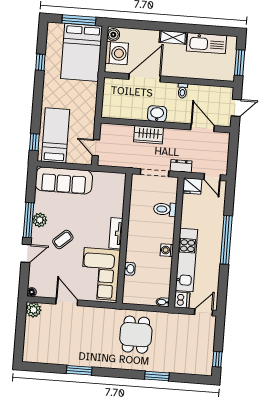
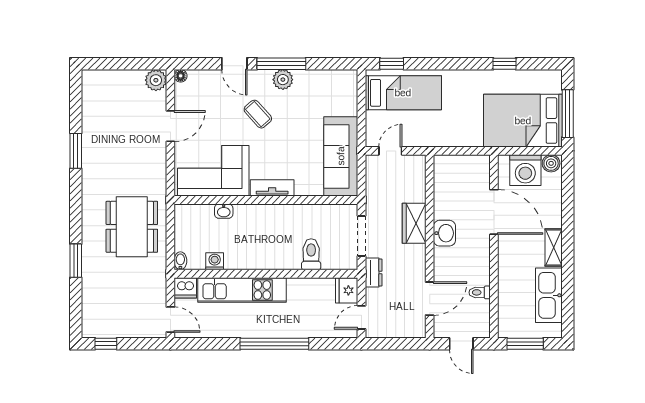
toilet: (183, 91) -> (480, 292), moved
sofa: (64, 181) -> (341, 156), moved
washing machine: (167, 250) -> (215, 261), moved
dining table: (136, 335) -> (132, 227), width x1.38

